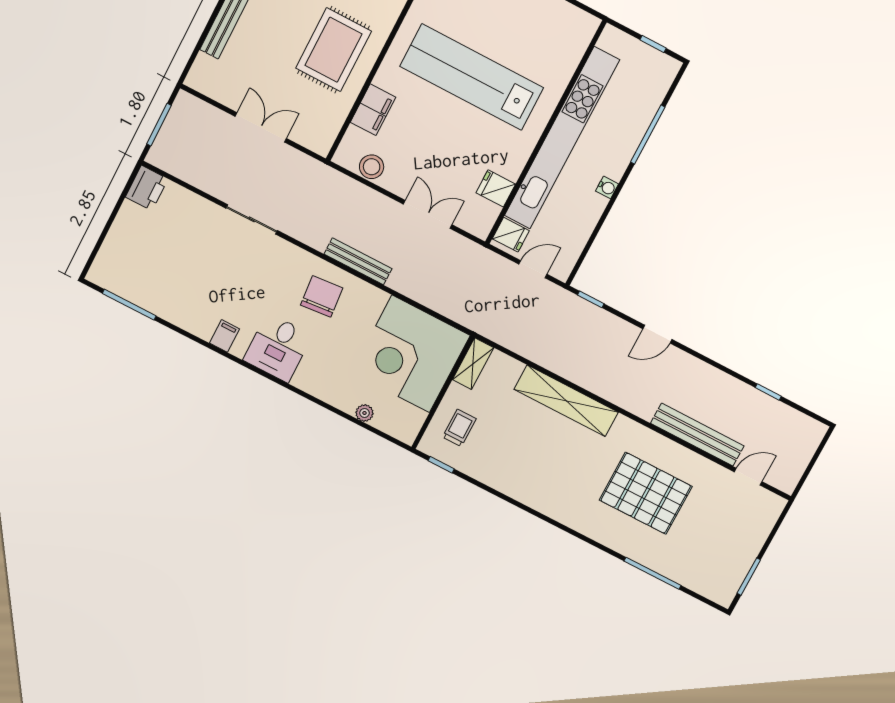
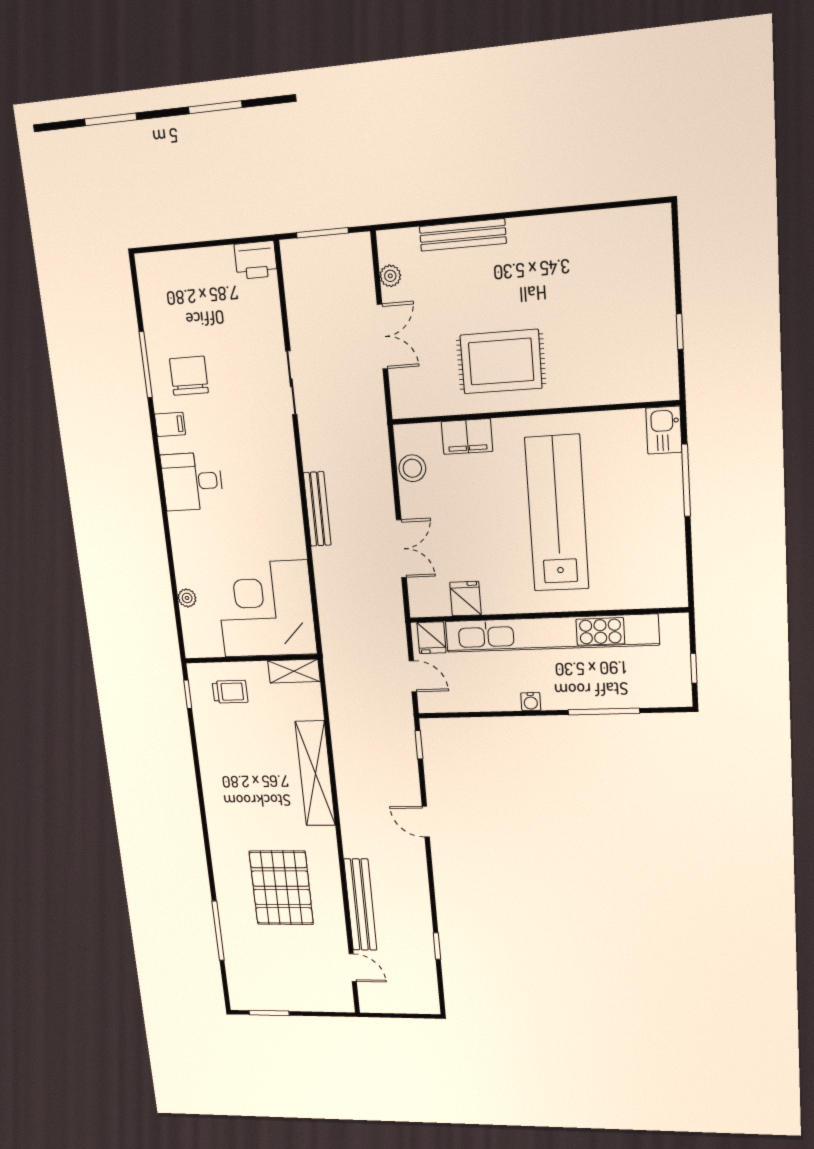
plant: (221, 94) -> (390, 276), added
chair: (322, 296) -> (189, 376), moved, turned -85
window: (129, 305) -> (146, 365), moved

